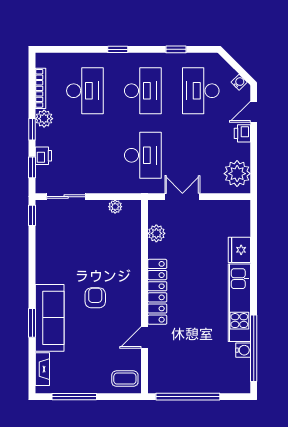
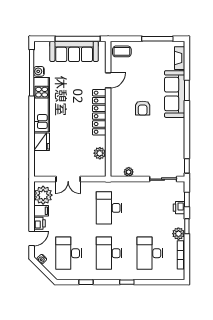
desk: (201, 91) -> (69, 253), turned 180
filing cabinet: (240, 151) -> (41, 211), added
double door: (182, 197) -> (68, 179), moved
sofa: (193, 379) -> (74, 51), added

